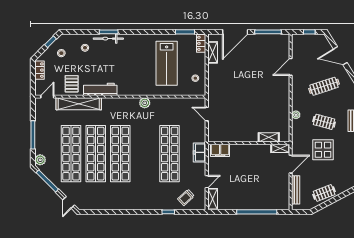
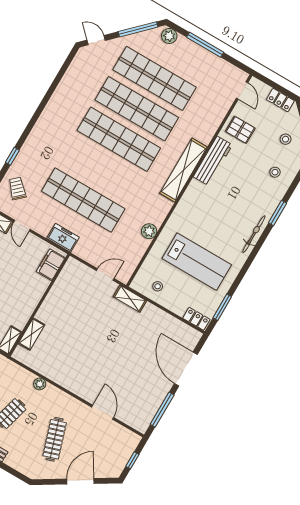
bicycle: (108, 39) -> (254, 234), moved
shelving: (213, 52) -> (130, 299), moved
lab bench: (167, 63) -> (197, 262), turned 180
plant: (145, 103) -> (149, 231), moved
shelving: (79, 104) -> (184, 170), moved

